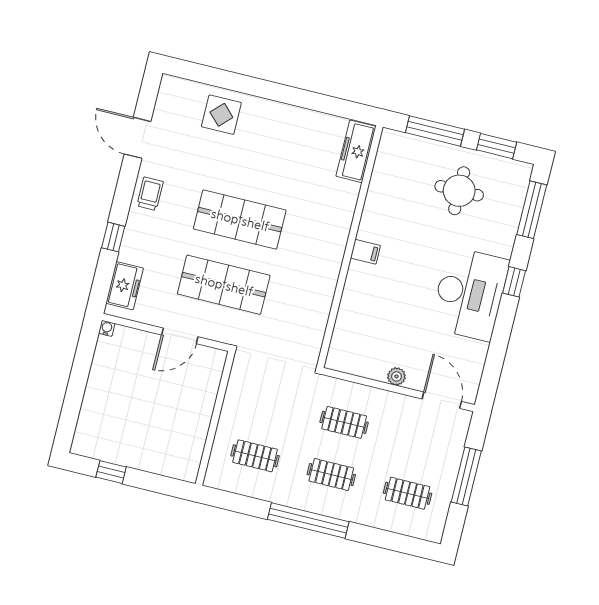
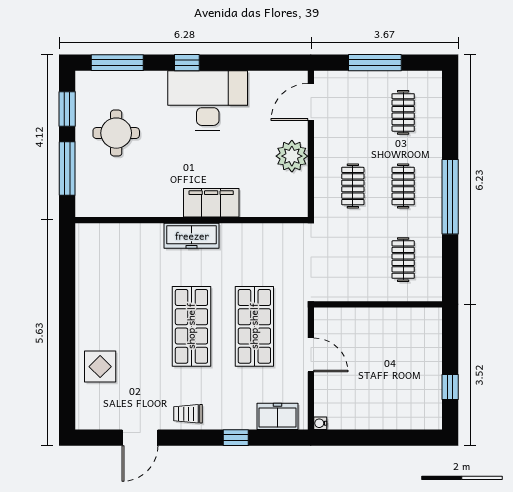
freezer: (356, 151) -> (192, 236), moved
filing cabinet: (365, 252) -> (211, 203), width x3.00, depth x1.17
plant: (396, 376) -> (292, 156), width x1.87, depth x1.87

